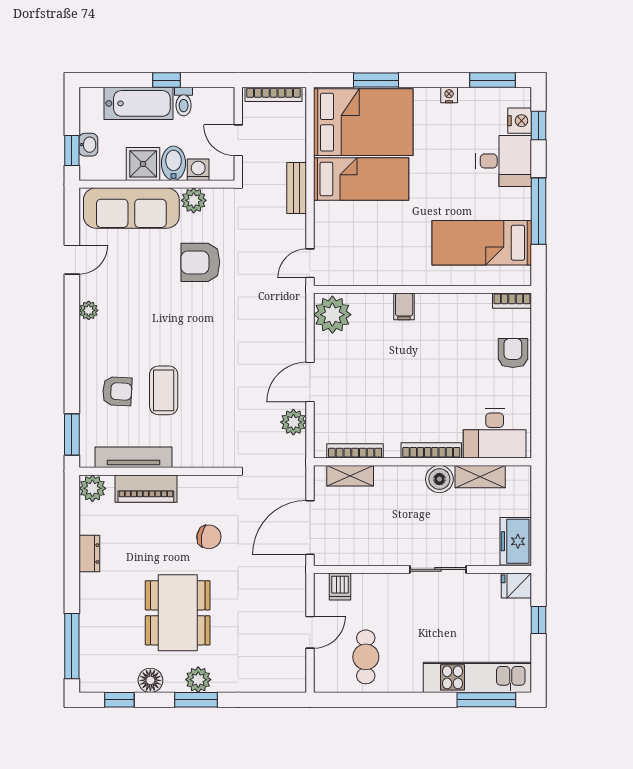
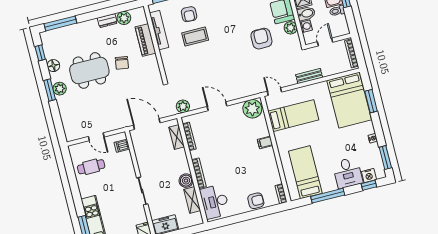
bed: (361, 179) -> (293, 116), moved, turned -90
plant: (293, 422) -> (183, 106), moved
plant: (92, 488) -> (124, 18), moved
chair: (209, 537) -> (122, 63), moved

